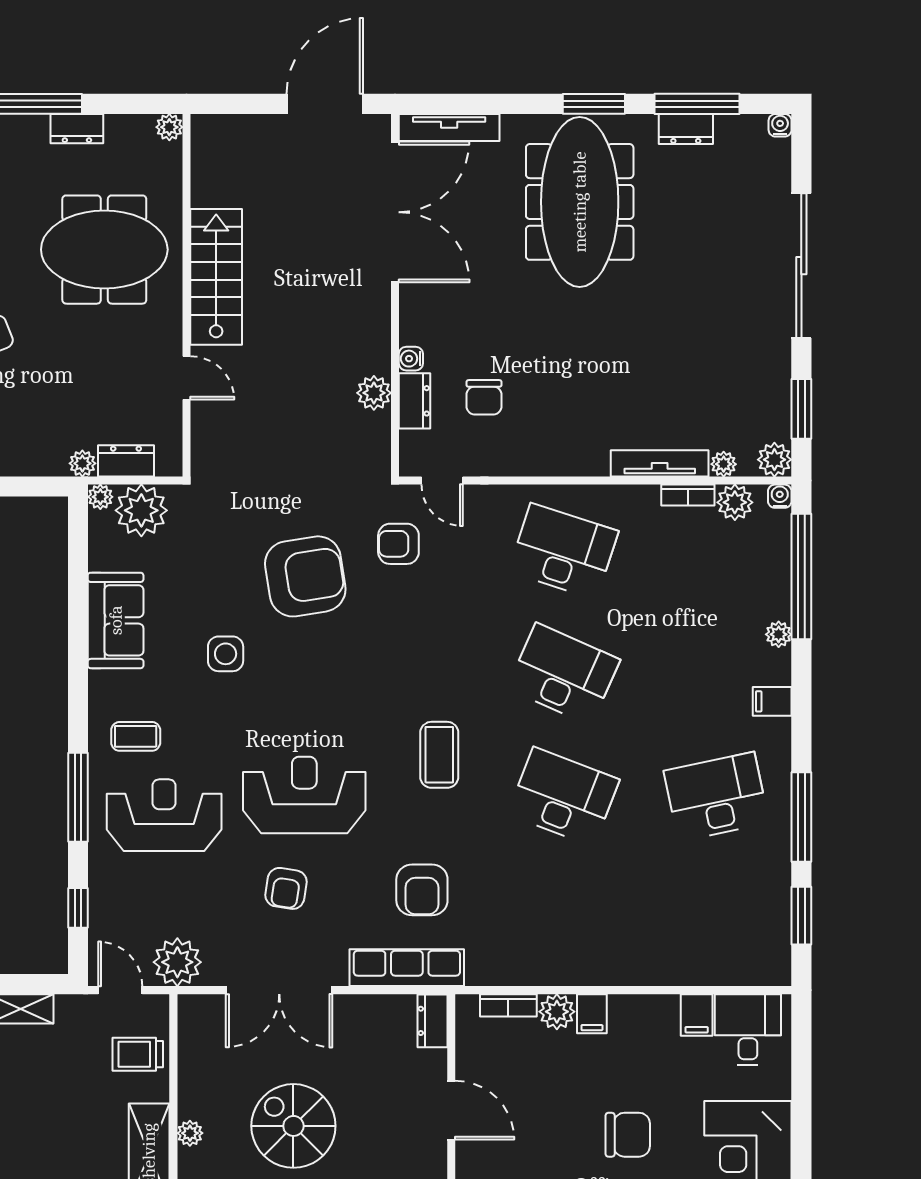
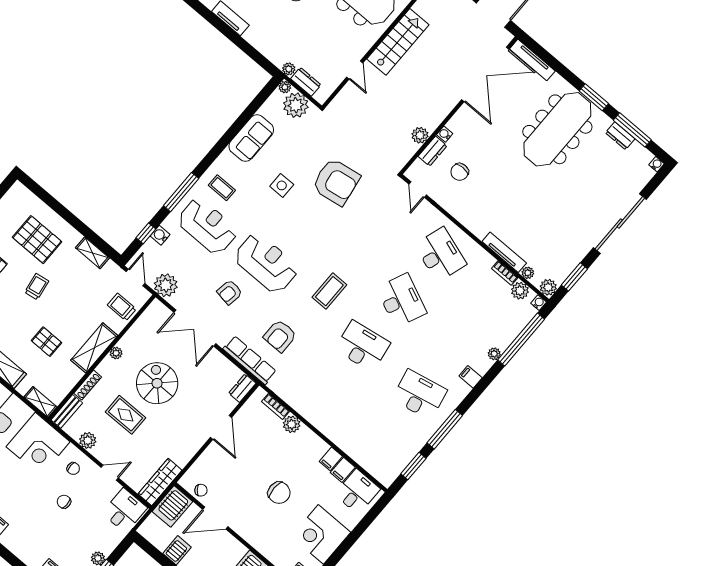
armchair: (398, 544) -> (381, 199), removed
desk: (563, 797) -> (362, 346), turned -30
water cooler: (102, 892) -> (160, 235), added
filing cabinet: (592, 1014) -> (331, 459), moved

